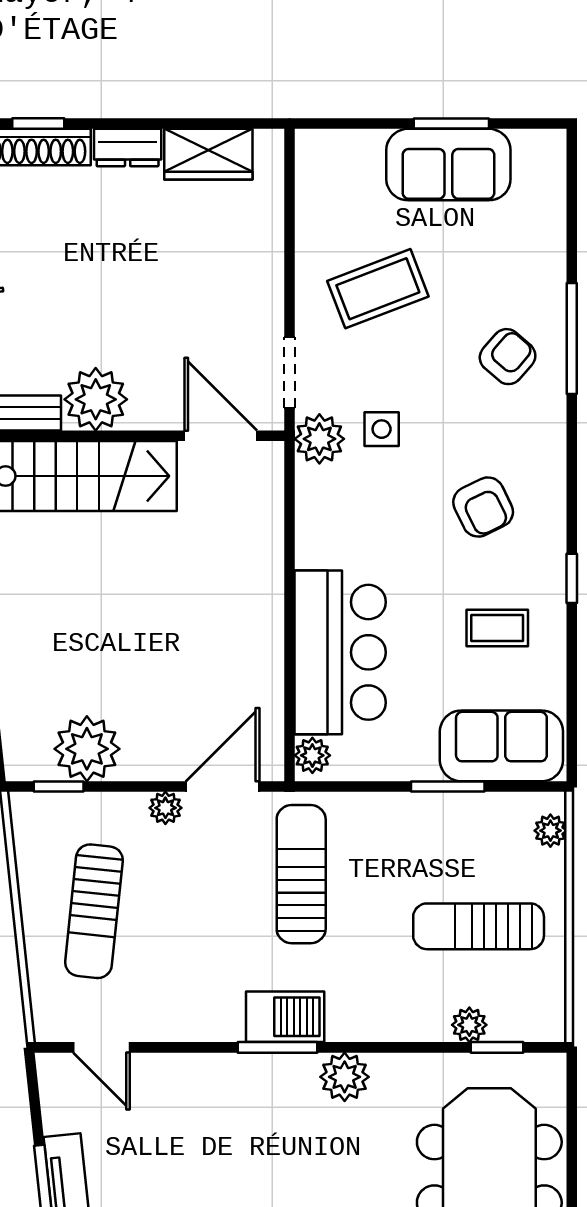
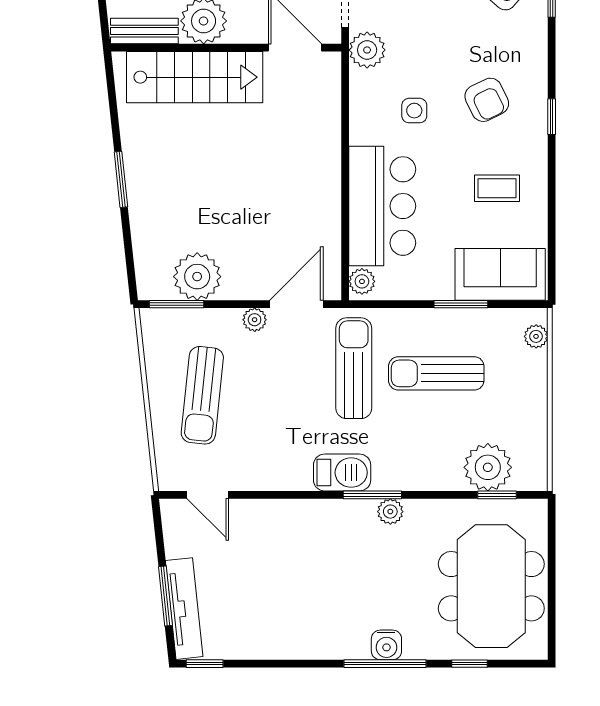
side table: (382, 429) -> (414, 111), moved
window: (572, 578) -> (552, 117), moved
window: (59, 786) -> (177, 304), width x1.50
sun lounger: (479, 926) -> (436, 373), moved
plant: (469, 1025) -> (488, 467), width x1.88, depth x1.88
window: (278, 1047) -> (372, 495), moved
plant: (345, 1077) -> (390, 512), width x0.73, depth x0.73

